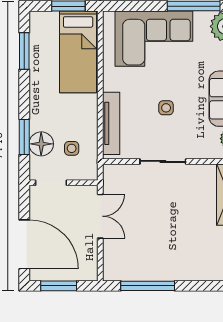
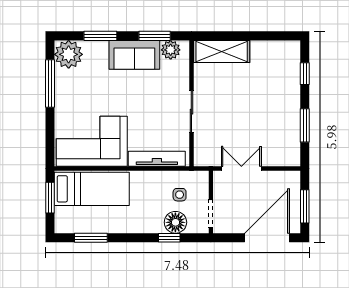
corner sofa: (154, 39) -> (92, 141), moved, turned -90
side table: (166, 108) -> (143, 109), removed
window: (24, 137) -> (169, 238), width x0.67
window: (148, 286) -> (305, 125), width x0.69
window: (205, 286) -> (305, 74), added

